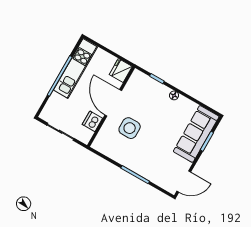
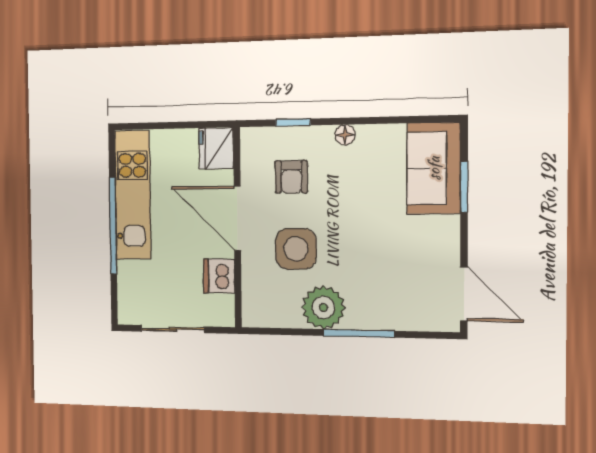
armchair: (144, 99) -> (291, 177), added
sofa: (196, 134) -> (434, 168), width x0.73
plant: (127, 157) -> (323, 307), added
door: (184, 182) -> (464, 294), hinge flipped

